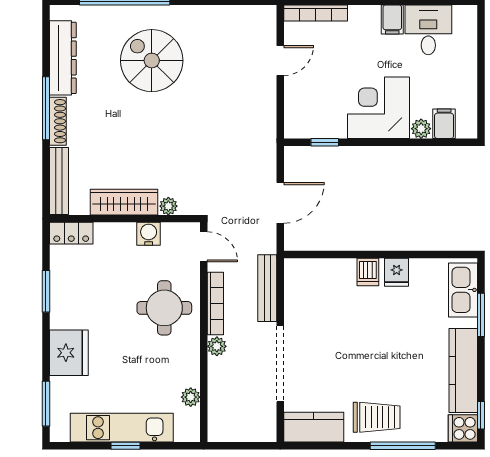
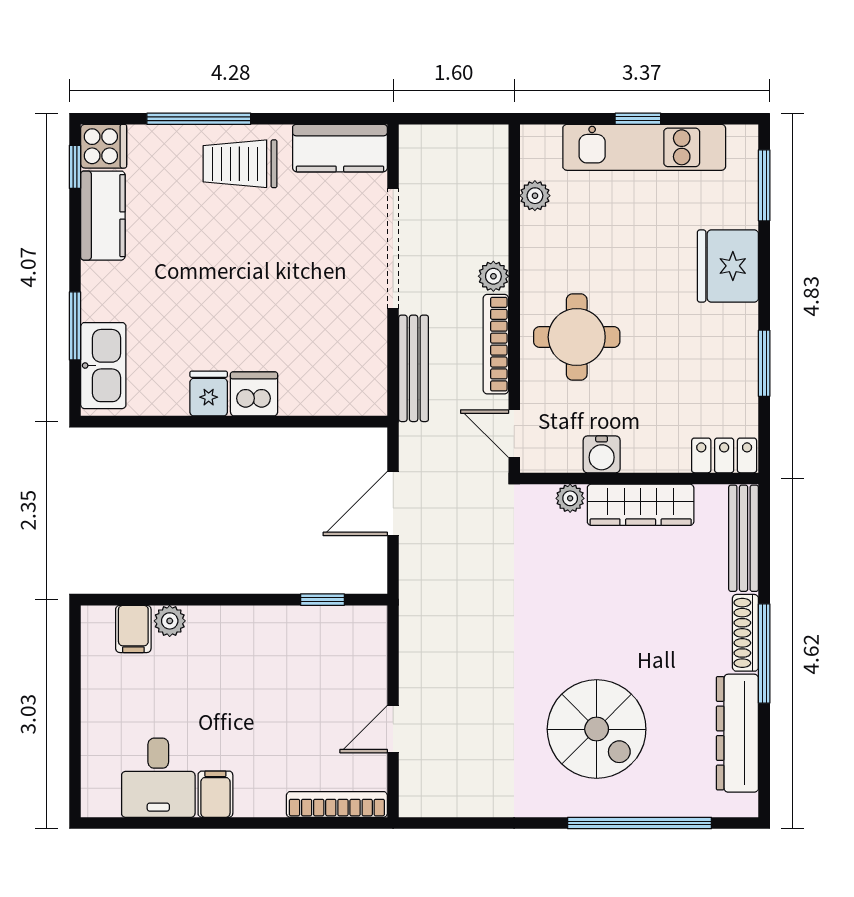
corner desk: (378, 108) -> (237, 654), removed
dishwasher: (368, 272) -> (254, 394), width x1.38
kitchen counter: (463, 371) -> (103, 216), width x0.67

